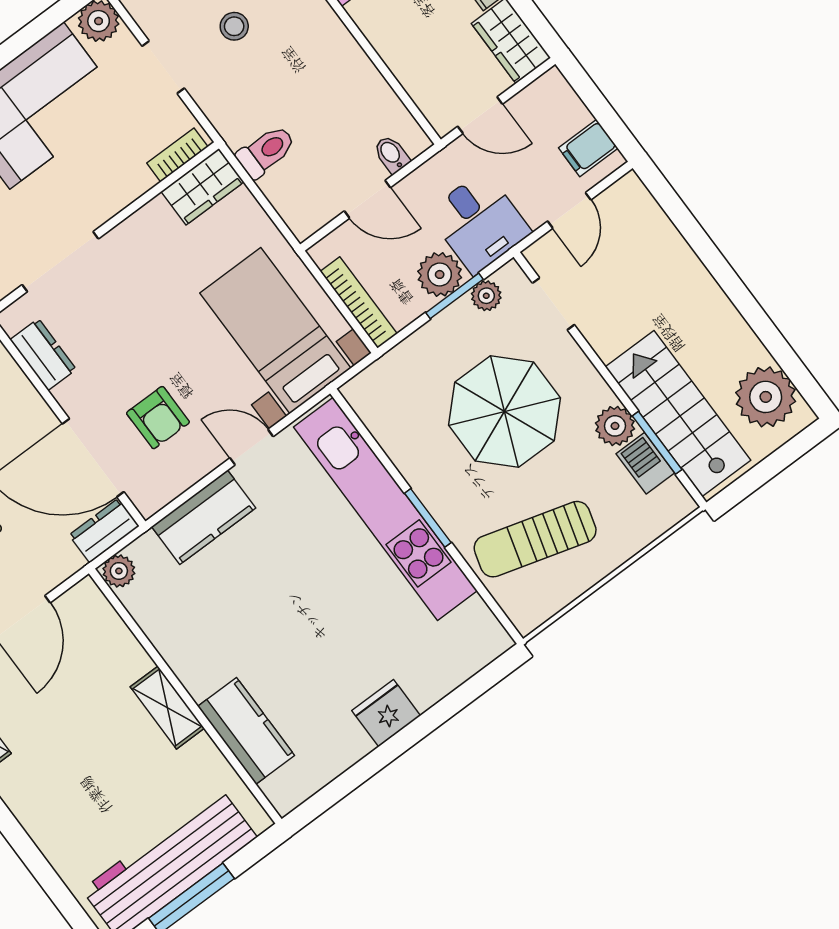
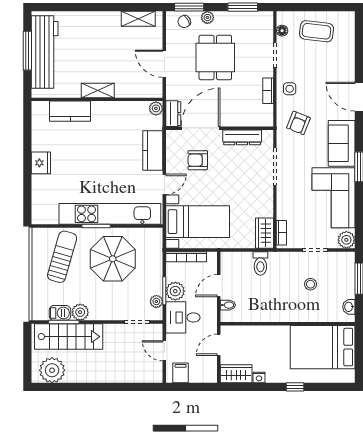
dresser: (43, 354) -> (242, 137), width x1.44
parasol: (504, 411) -> (113, 259), moved

